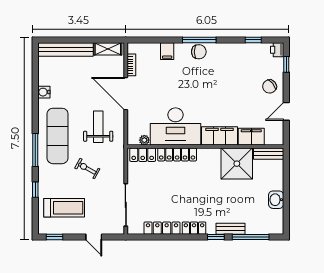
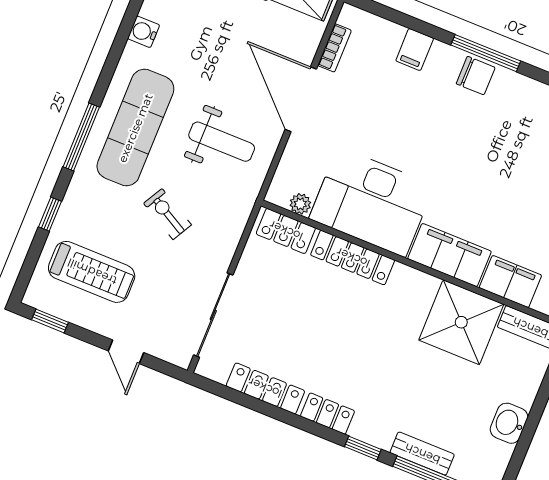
weight bench: (98, 127) -> (222, 142), turned 90
bench: (230, 229) -> (422, 454), moved

